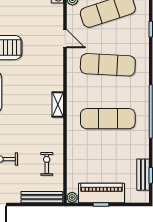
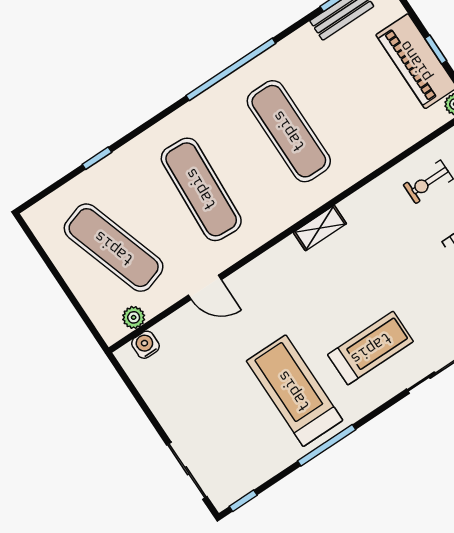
door: (65, 39) -> (205, 287), swing flipped

